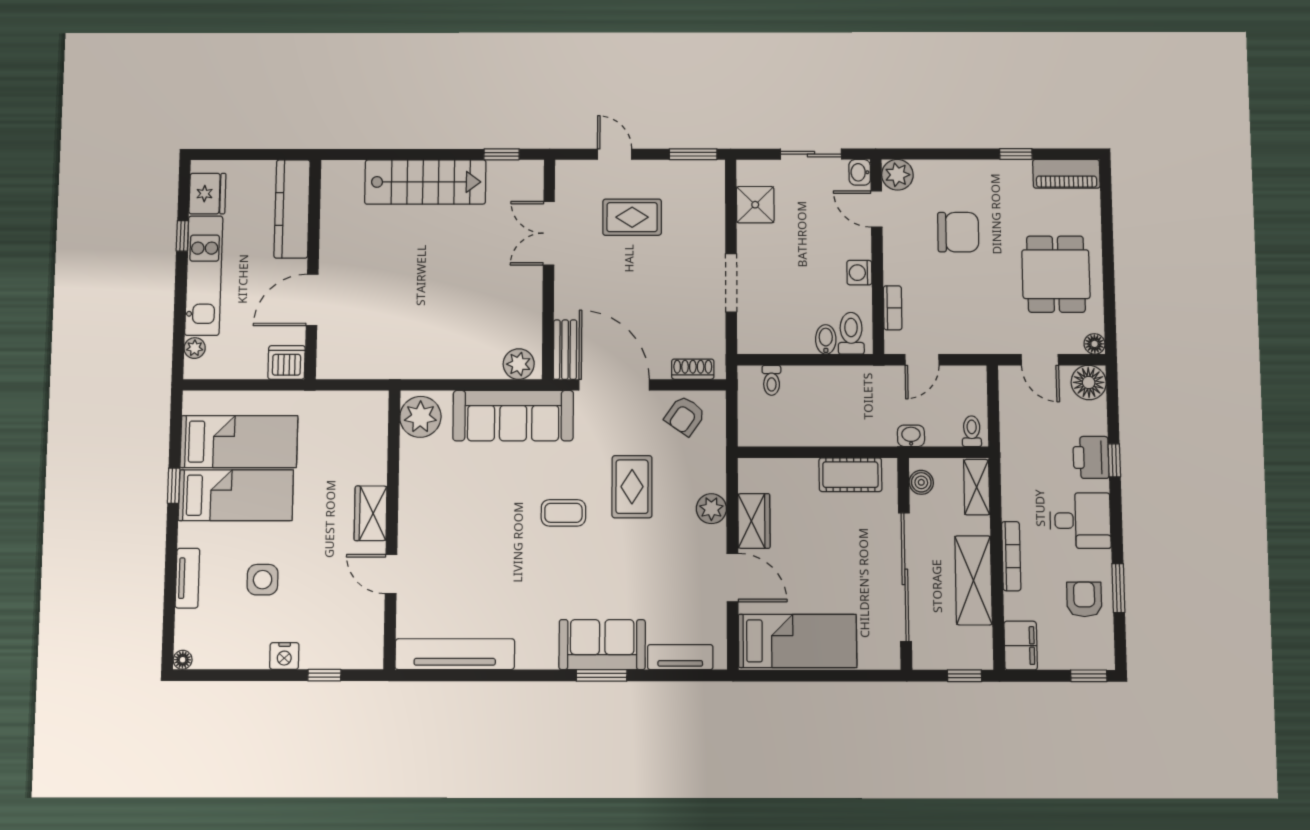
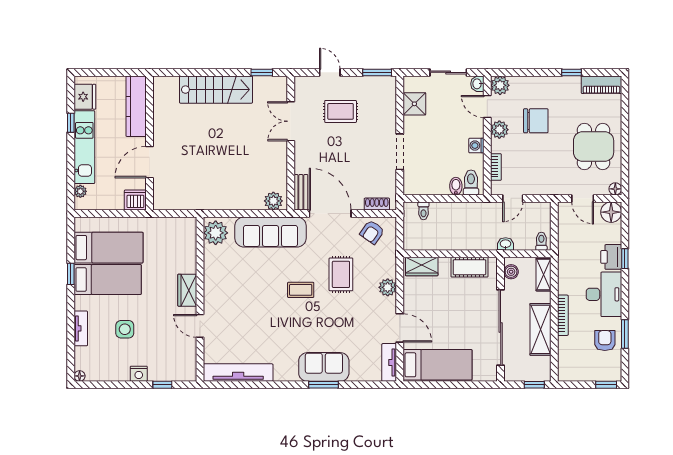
plant: (898, 246) -> (499, 130), added
wardrobe: (754, 521) -> (422, 267), moved, turned 90
desk: (1080, 521) -> (604, 294), width x1.37
filing cabinet: (1021, 646) -> (567, 367), removed
tv unit: (680, 657) -> (389, 362), moved, turned -90

